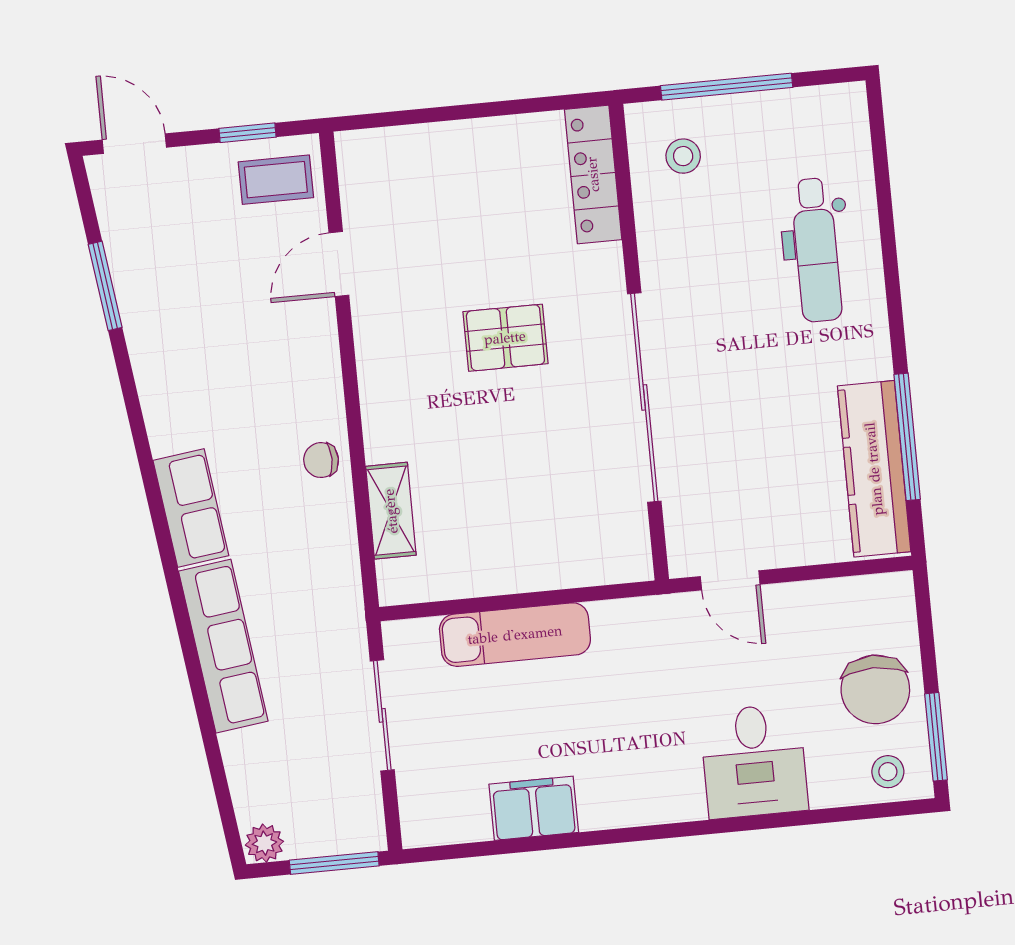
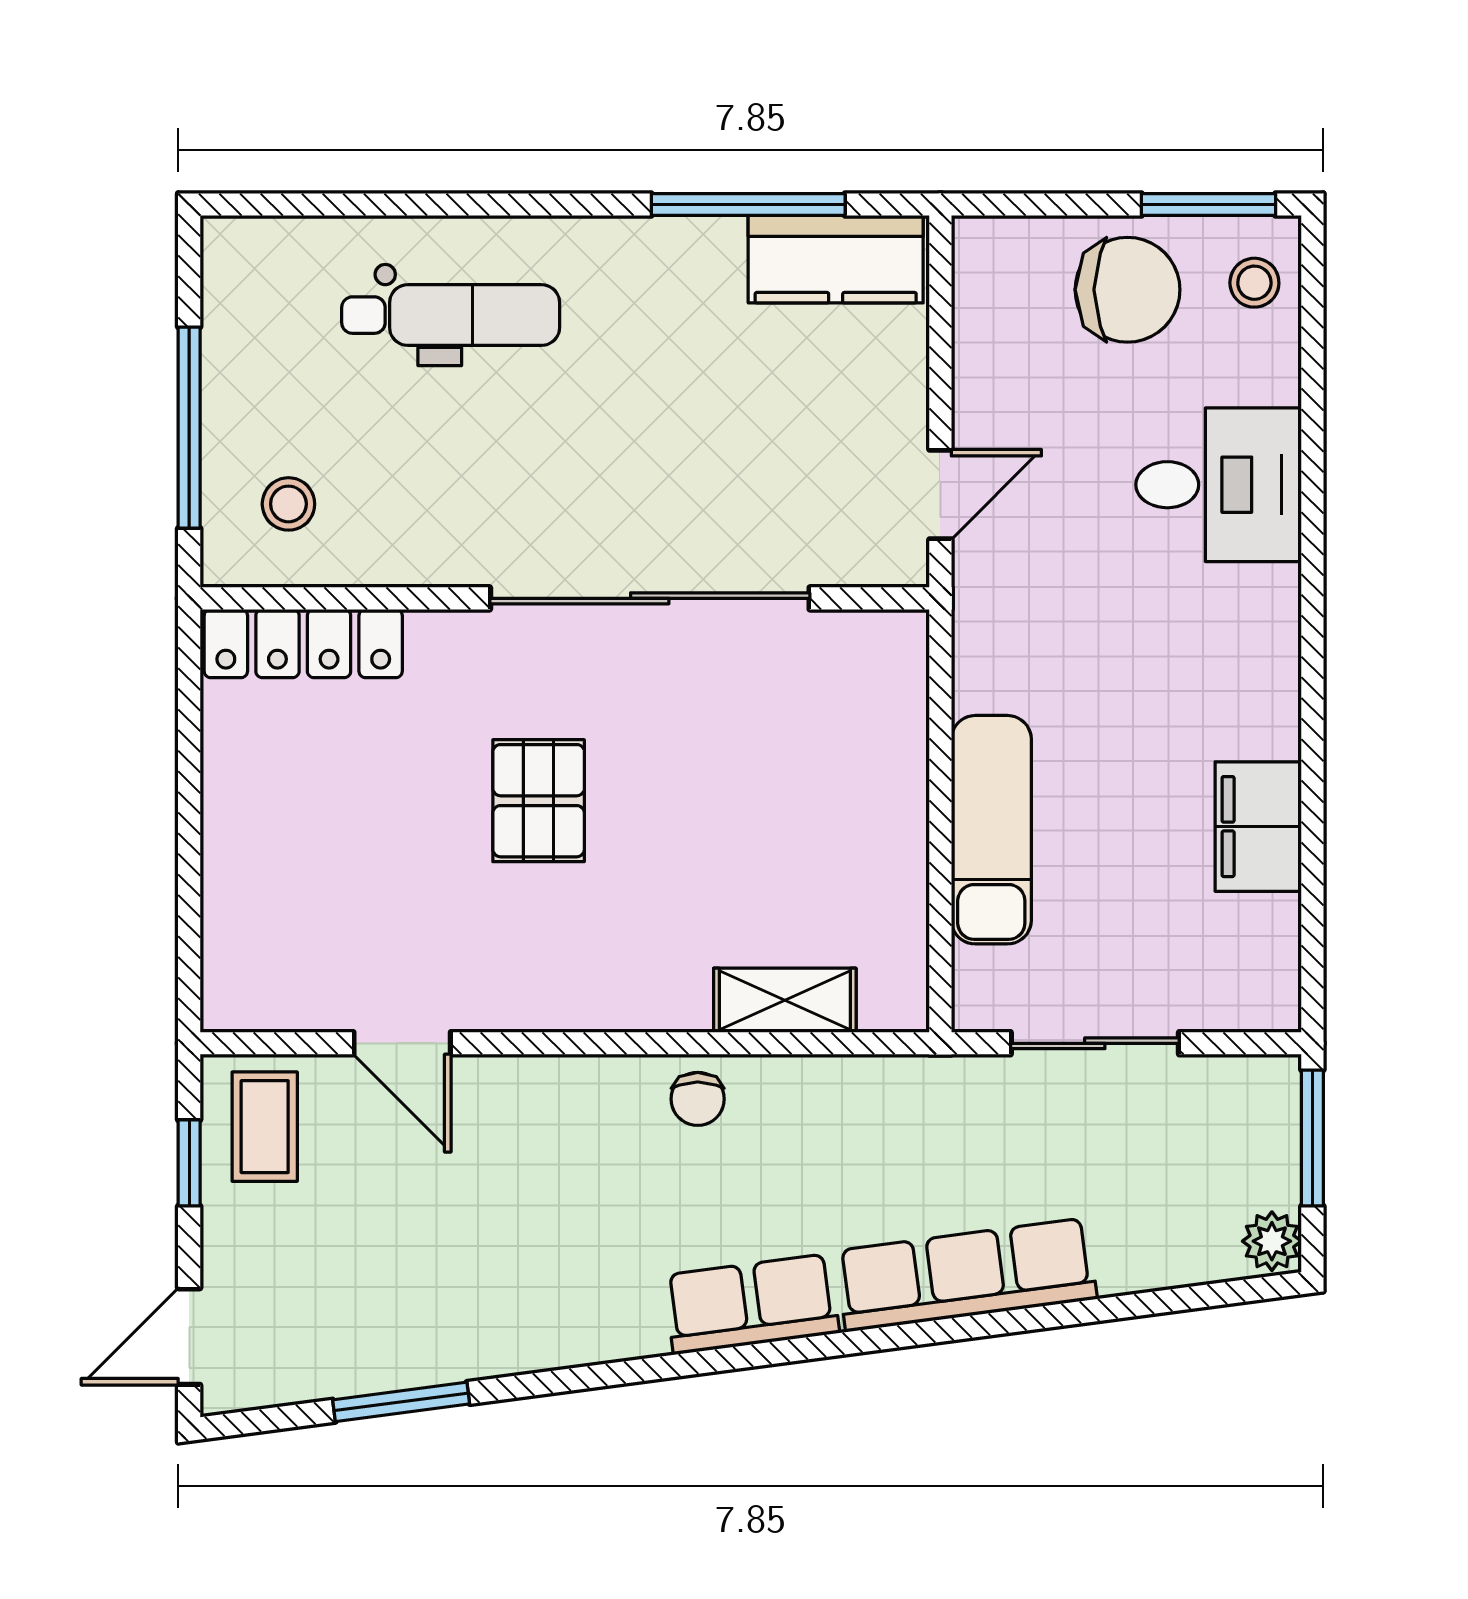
kitchen counter: (874, 469) -> (836, 259), width x0.67

